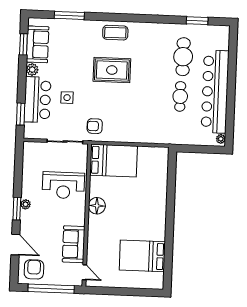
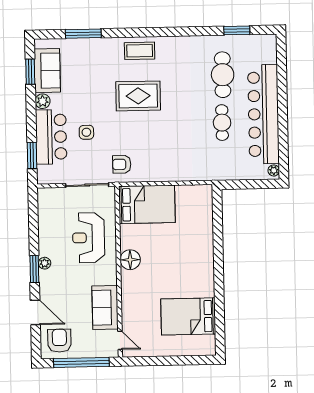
reception desk: (63, 185) -> (89, 238), turned 90

